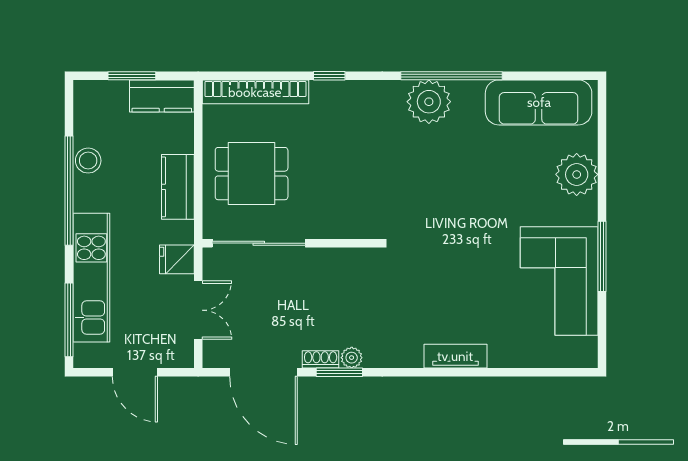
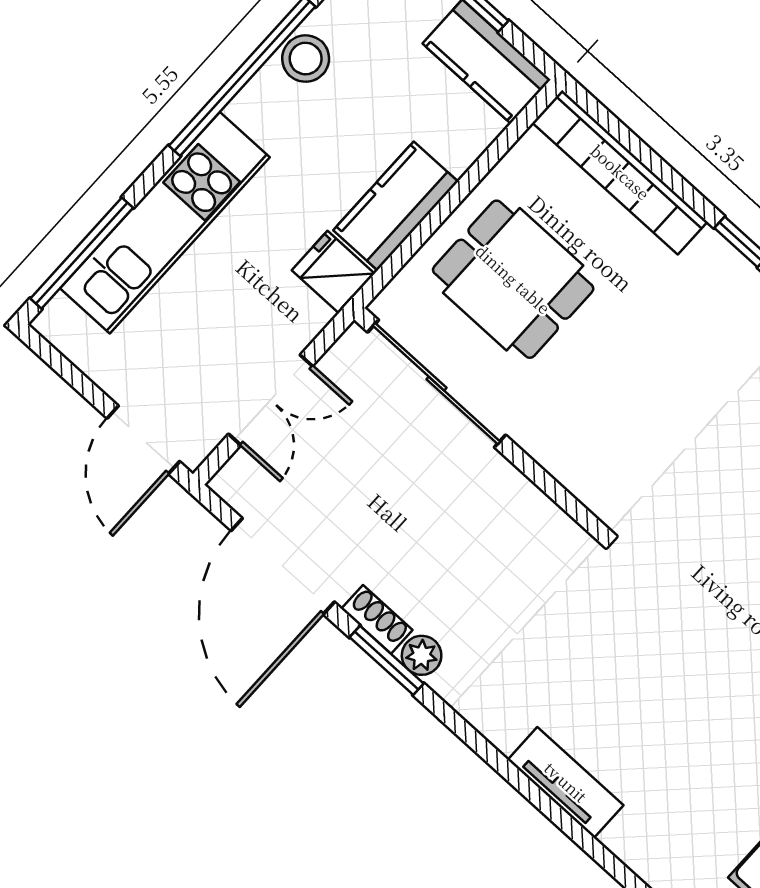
fridge: (177, 259) -> (333, 272), moved
door: (135, 372) -> (143, 440), moved

